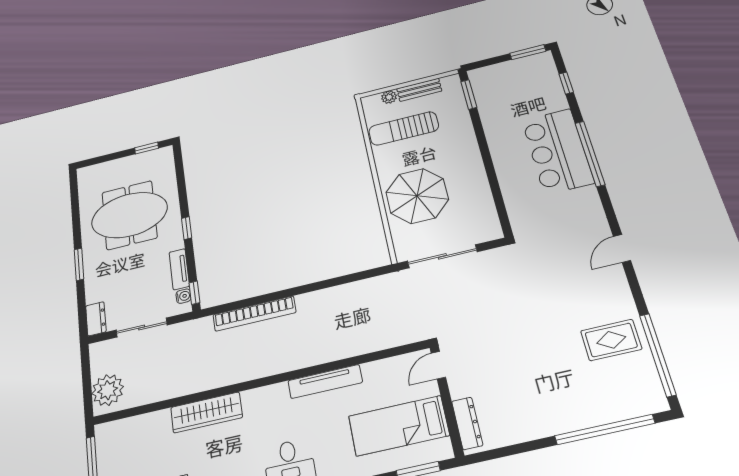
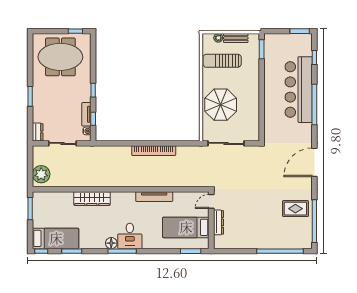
bar counter: (558, 151) -> (299, 90), width x1.36
meeting table: (129, 215) -> (60, 57), moved
door: (622, 248) -> (314, 162), width x1.88
window: (194, 293) -> (93, 119), moved
bookcase: (254, 314) -> (154, 151), moved
dresser: (467, 423) -> (218, 222), moved

